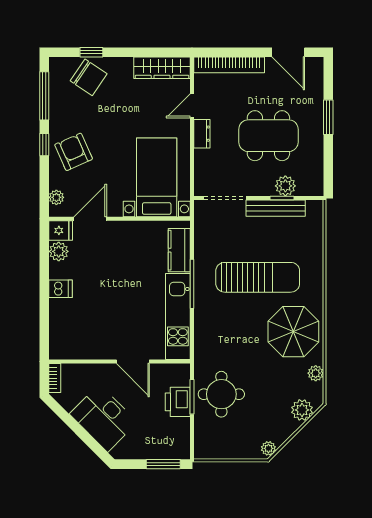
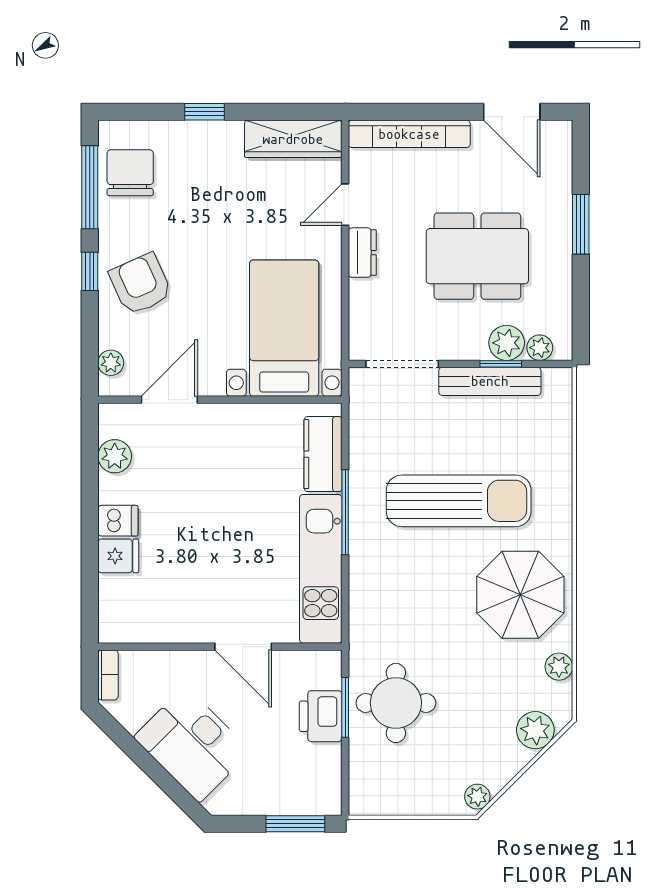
window: (91, 52) -> (205, 112), moved
chair: (89, 77) -> (130, 173), moved, turned -124
plant: (305, 189) -> (540, 348), added
fridge: (61, 230) -> (118, 556), moved

